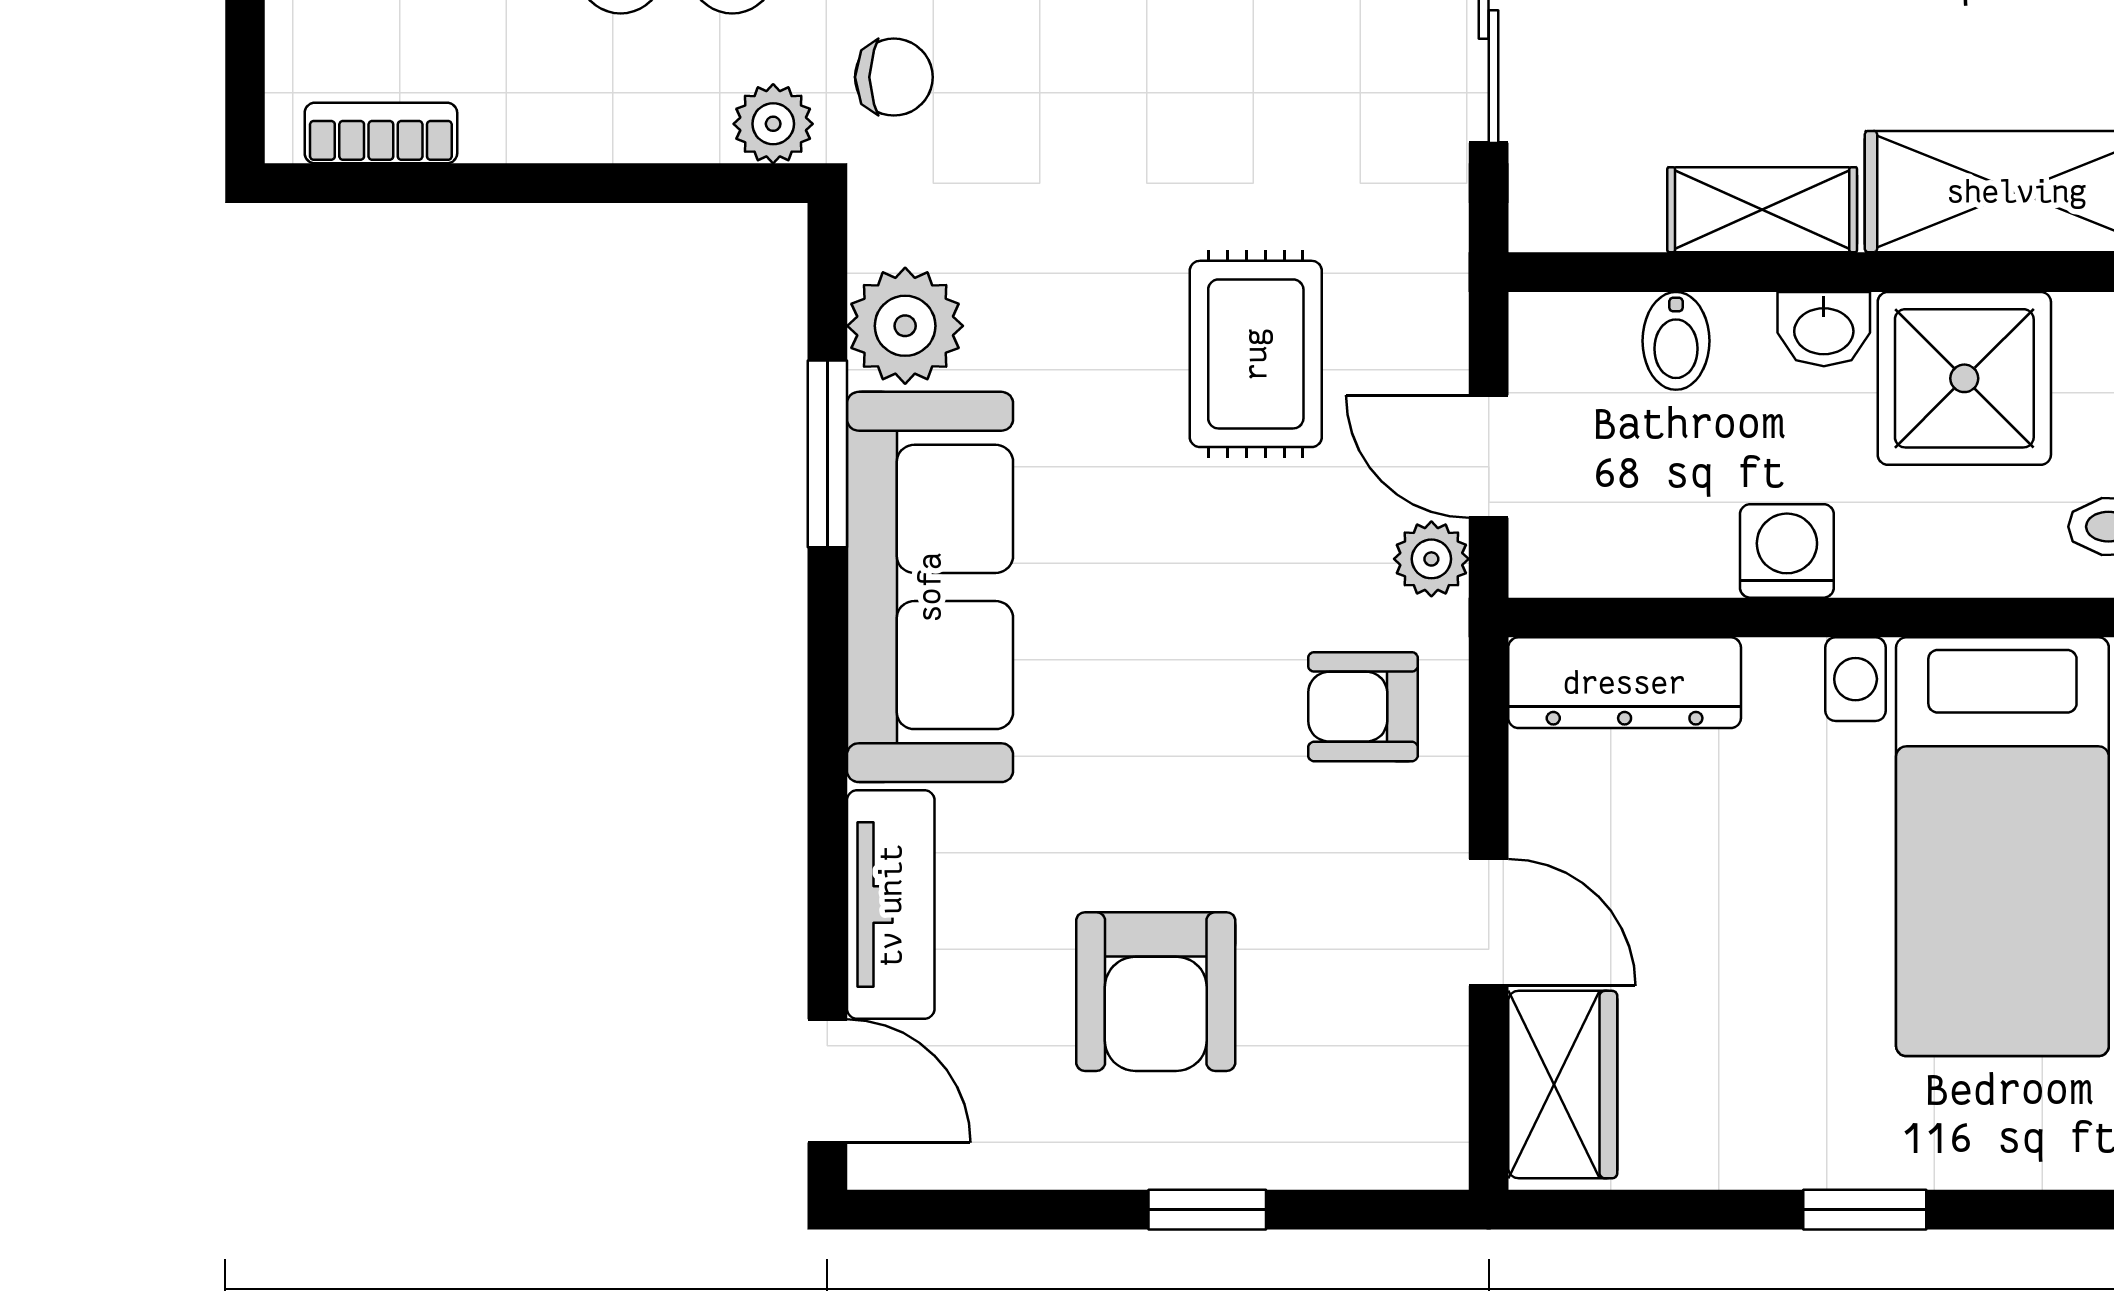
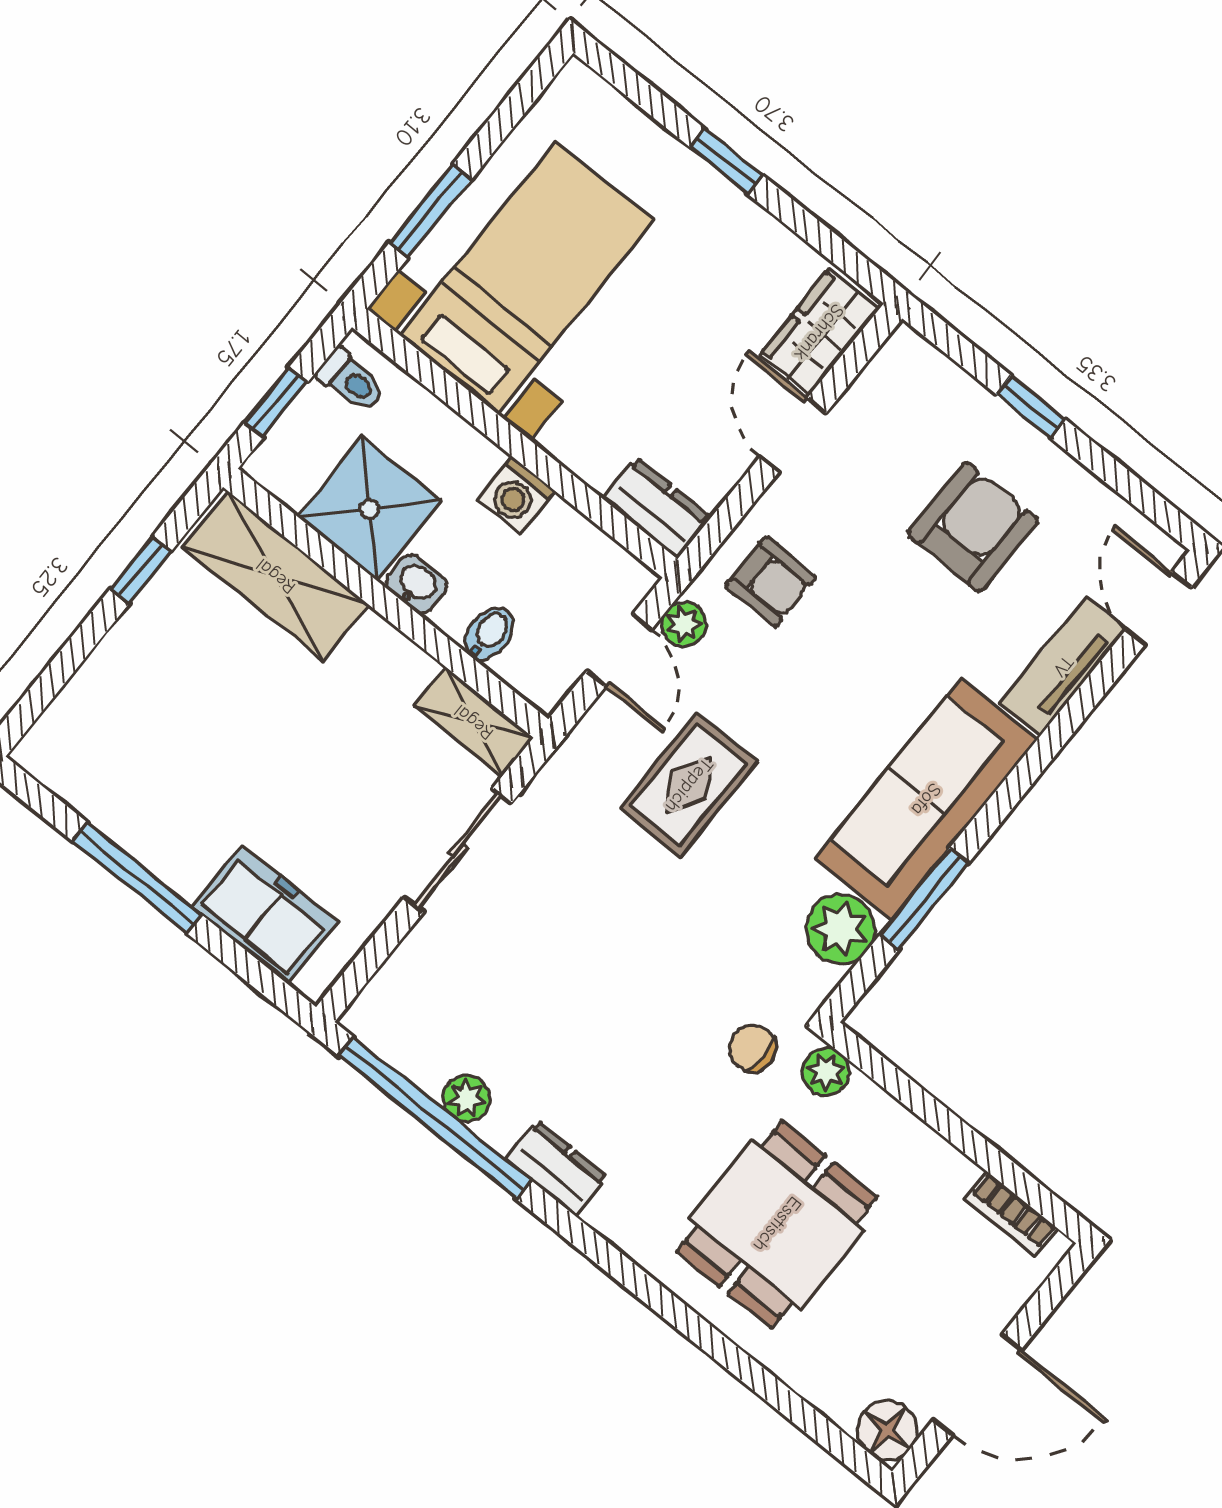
shelving: (1762, 210) -> (474, 722), moved
dresser: (1625, 683) -> (657, 508), width x0.70

